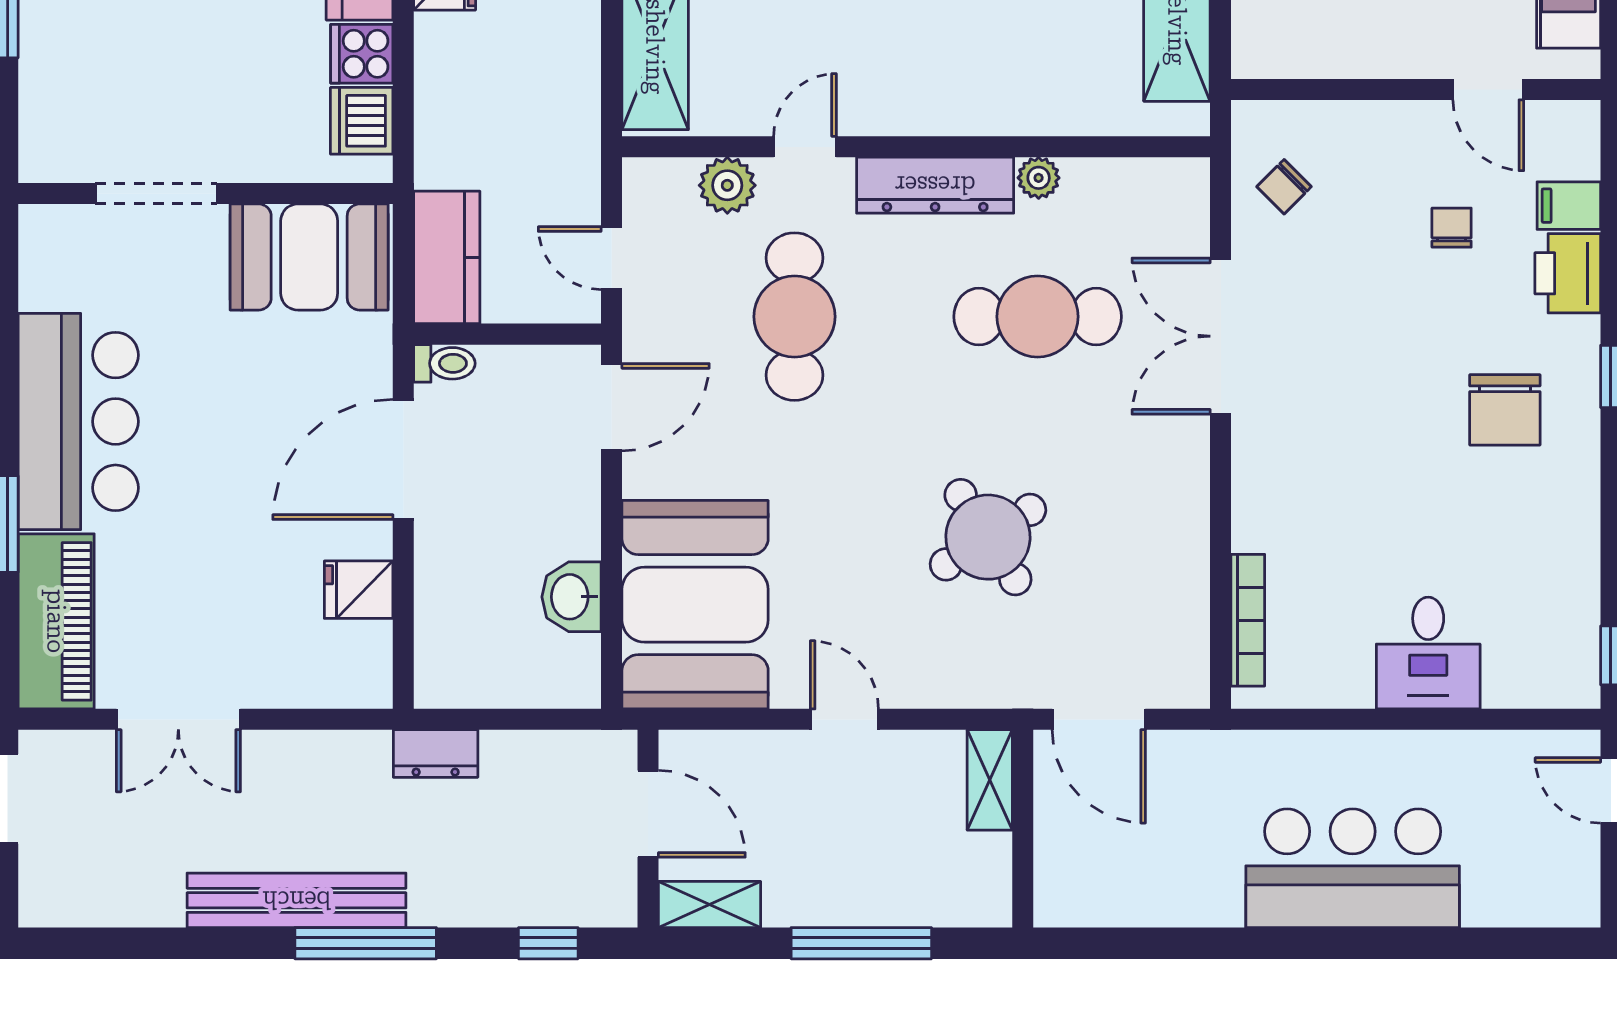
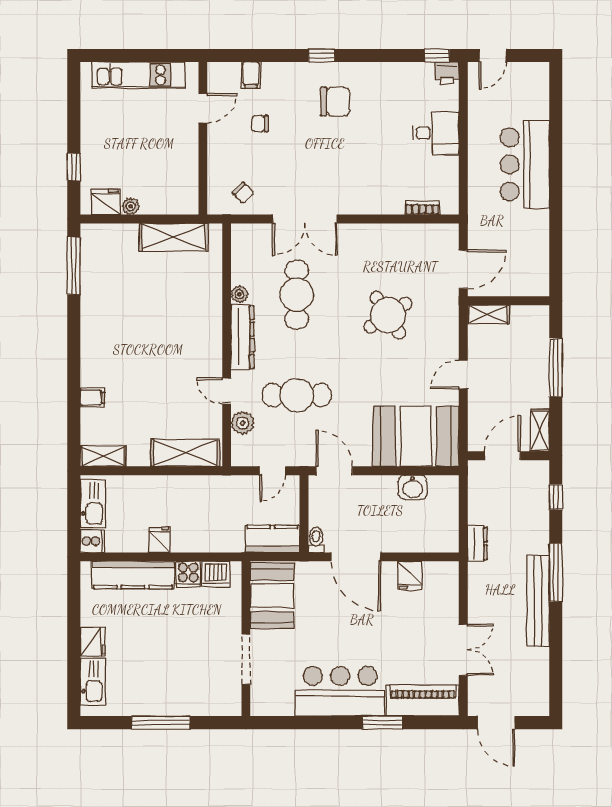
printer: (1568, 273) -> (447, 73), moved, width x0.73, depth x0.81
bookcase: (1248, 620) -> (422, 208), width x0.64

